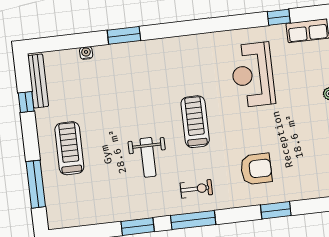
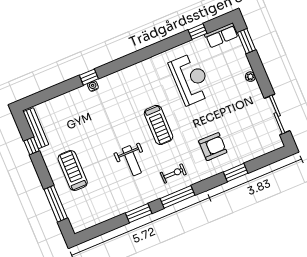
window: (124, 35) -> (89, 77), width x0.67
water cooler: (86, 53) -> (93, 86), moved
reception desk: (253, 75) -> (191, 79), turned 180
treadmill: (195, 122) -> (159, 125), turned 180

